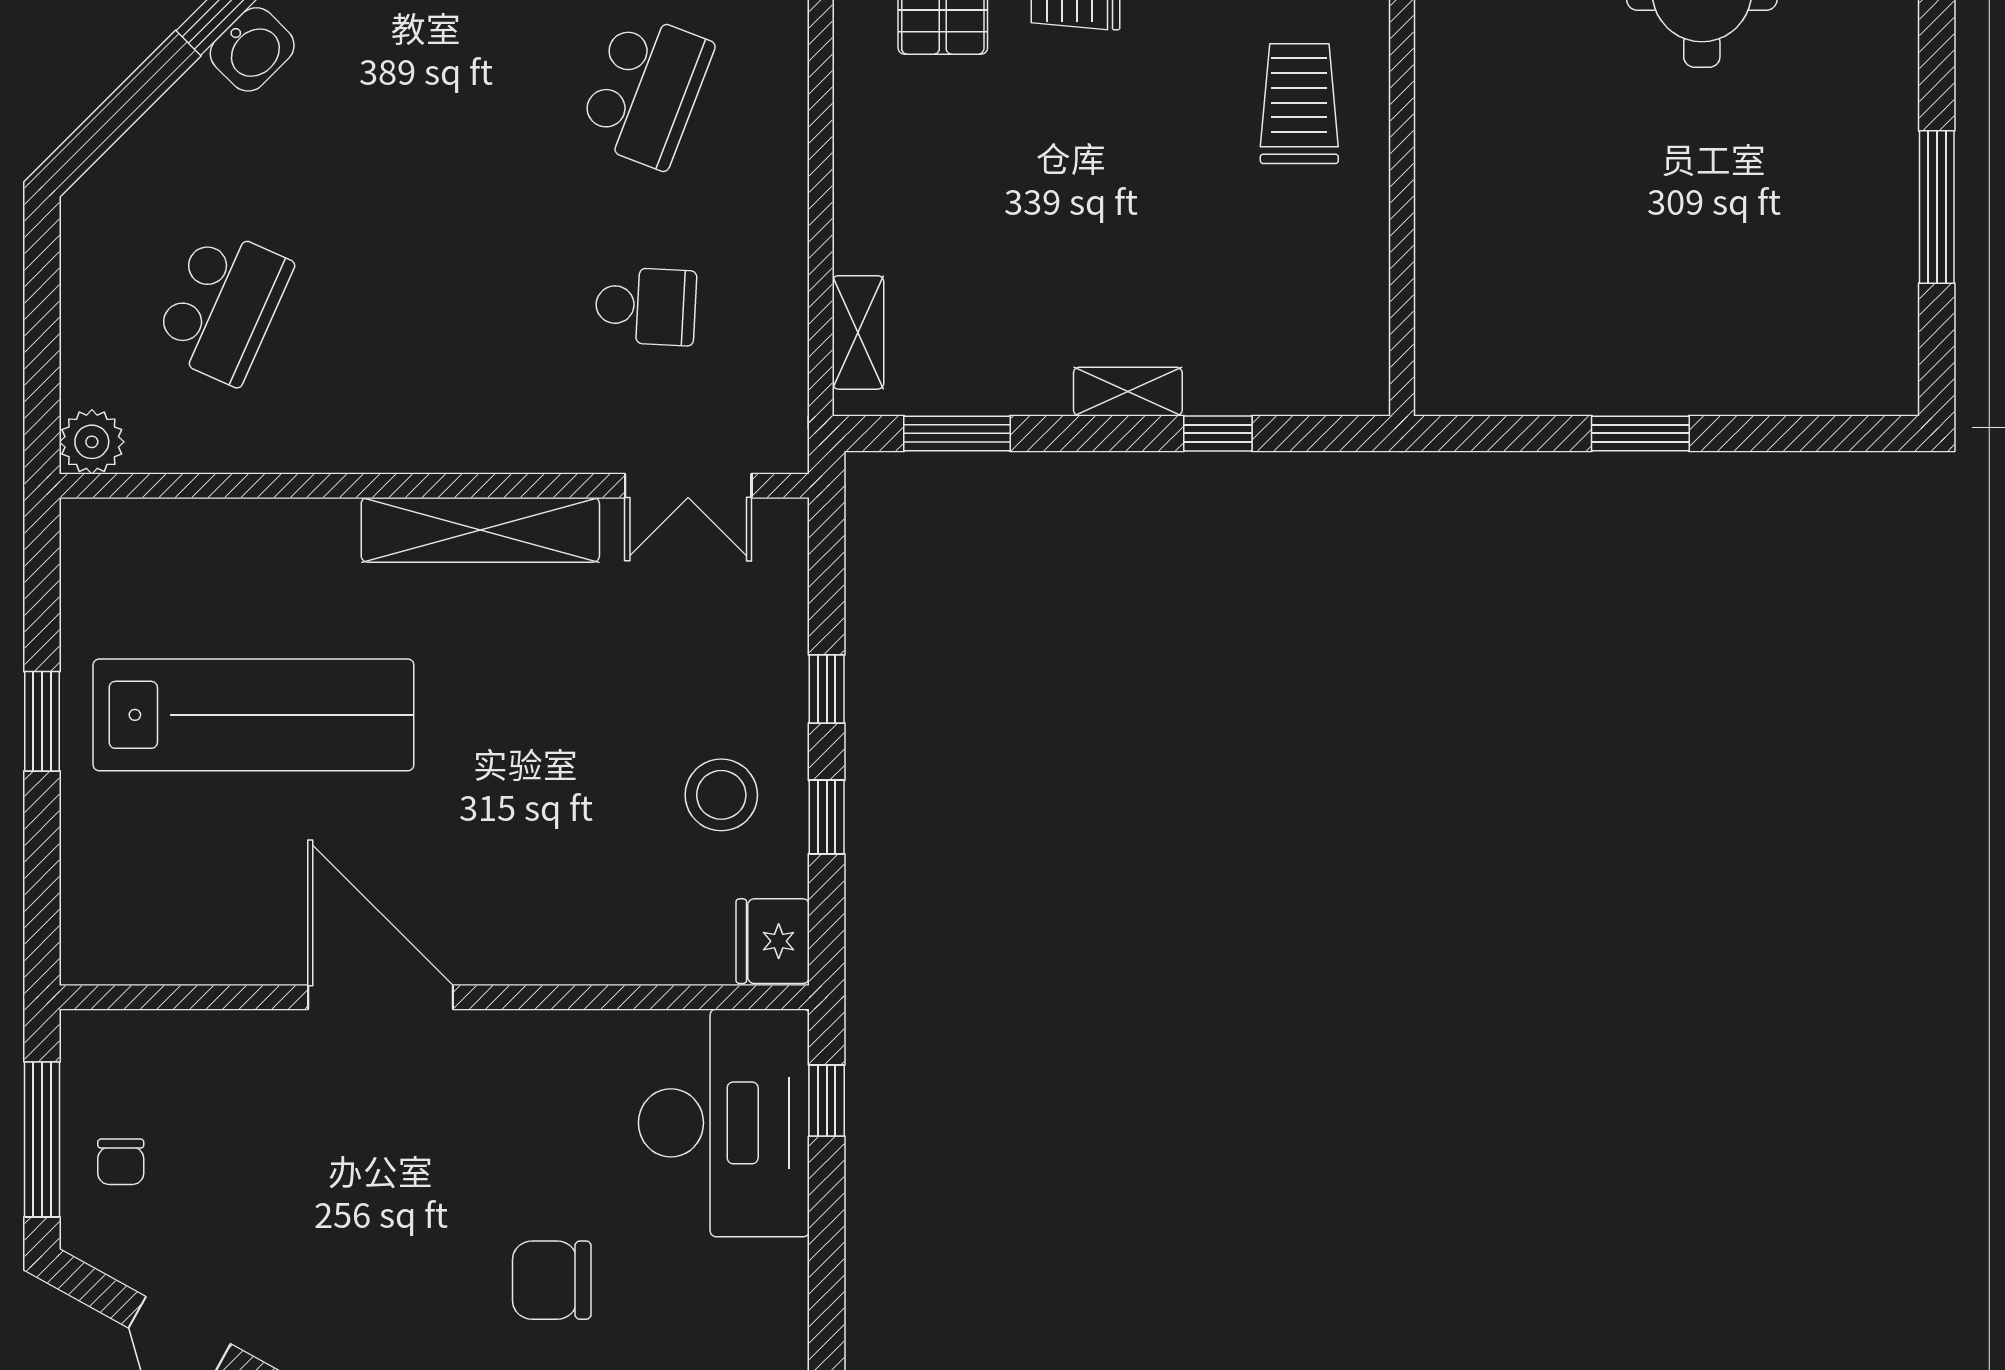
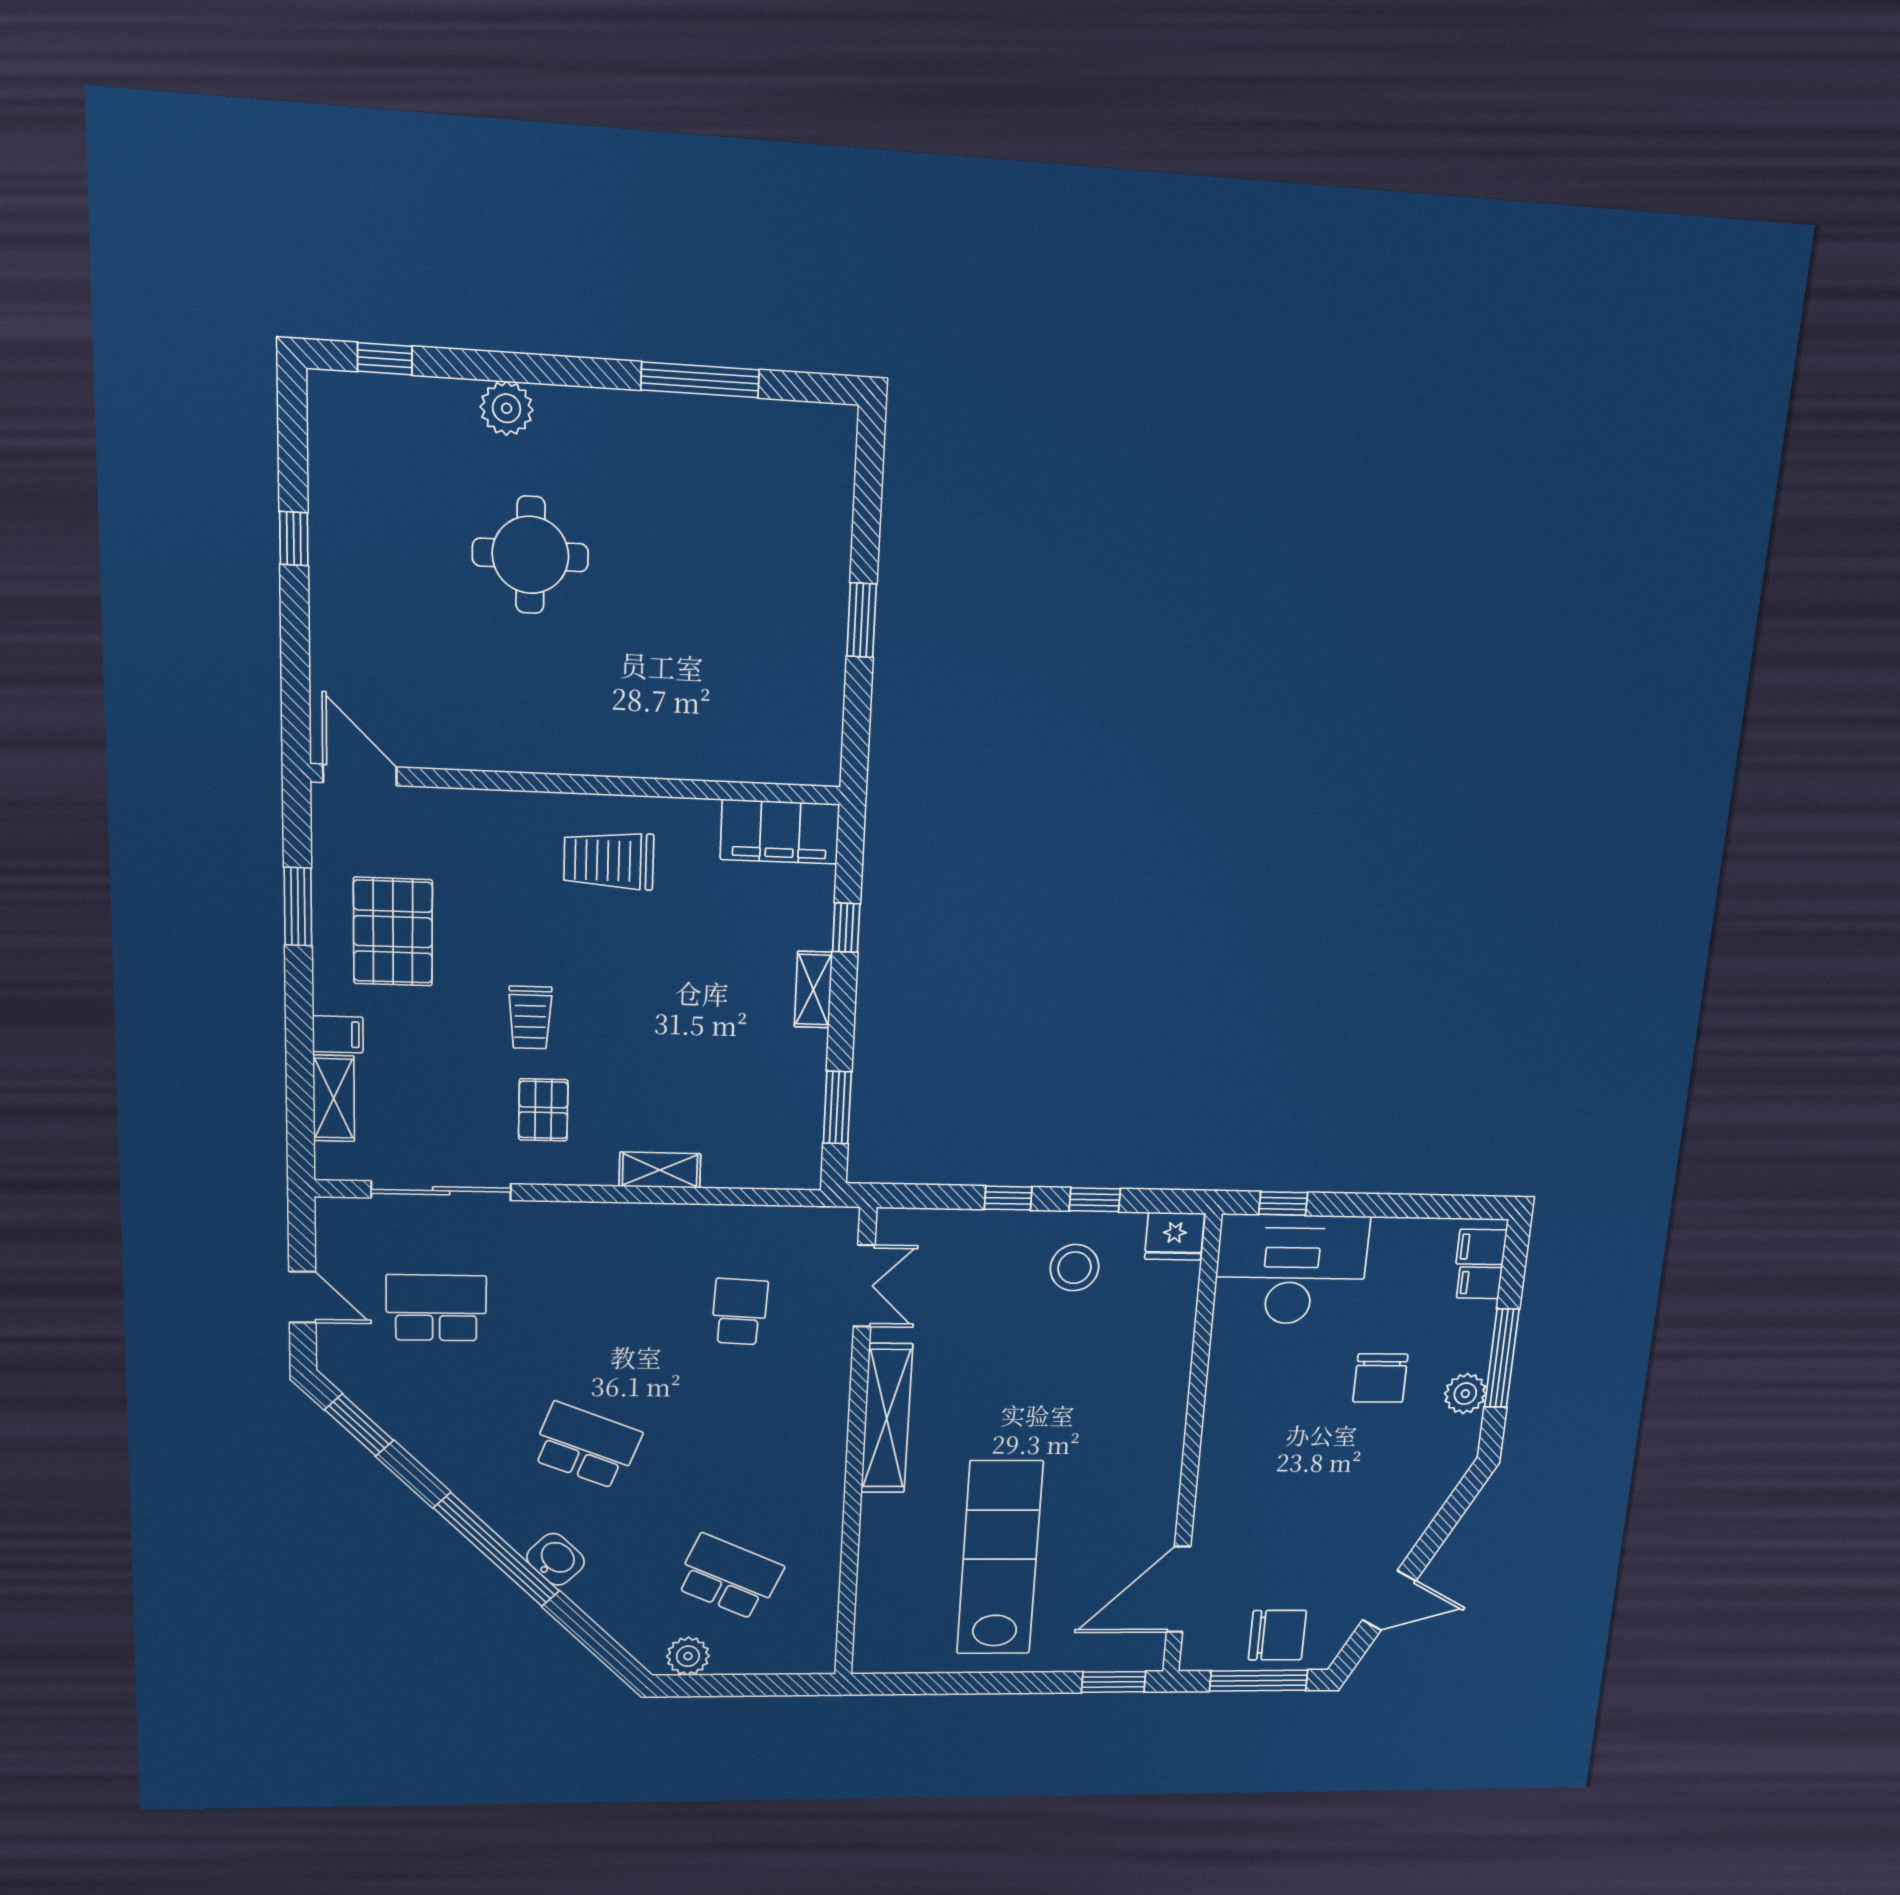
school desk: (646, 91) -> (586, 1446), moved
shelving: (858, 332) -> (660, 1170), moved
filing cabinet: (1349, 336) -> (780, 832), added
plant: (92, 442) -> (688, 1656), moved
window: (42, 721) -> (1114, 1682), moved
door: (381, 997) -> (1179, 1589), moved
chair: (121, 1162) -> (1277, 1635), width x1.87, depth x1.87

